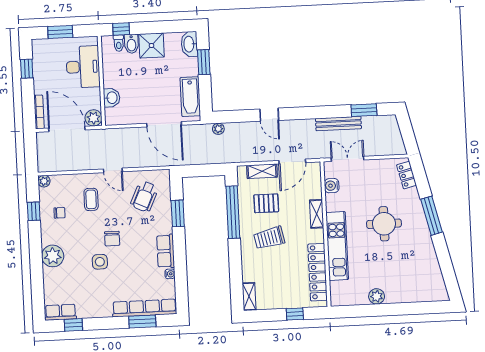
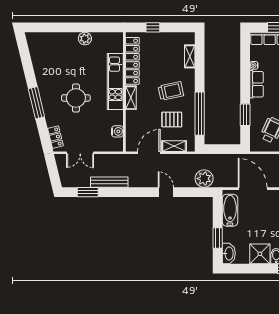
plant: (218, 129) -> (204, 179), width x1.88, depth x1.88
double door: (348, 159) -> (80, 153), moved
shelving: (317, 214) -> (131, 98), moved
shelving: (249, 296) -> (190, 56), moved

